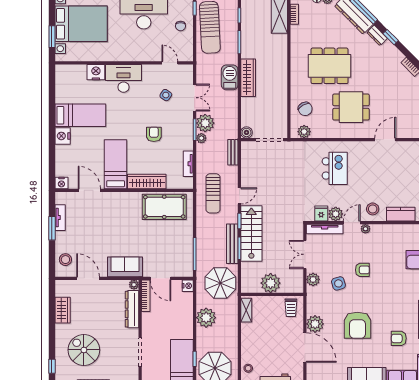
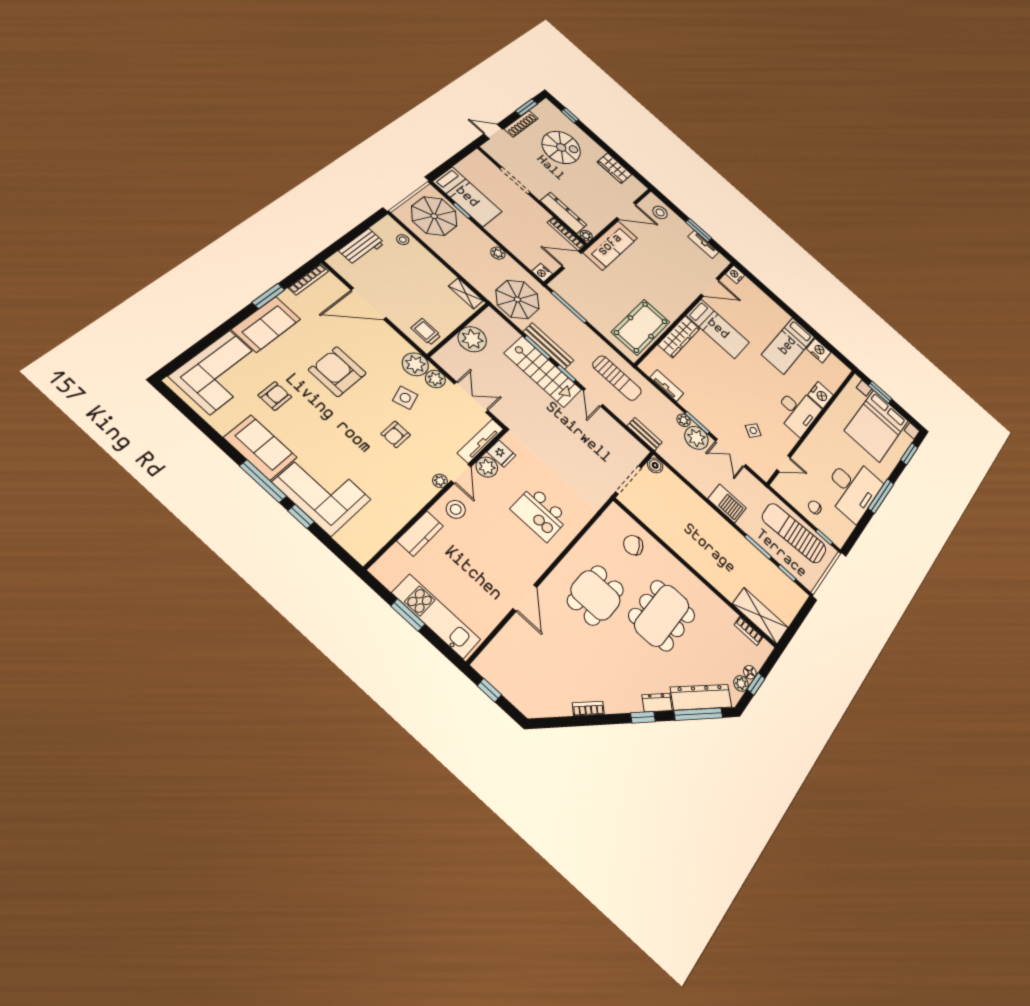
wardrobe: (248, 78) -> (713, 520), removed
plant: (304, 132) -> (609, 521), removed
armchair: (154, 134) -> (721, 385), removed
nightstand: (63, 136) -> (819, 351), moved
sun lounger: (213, 193) -> (617, 378), turned 180
sofa: (125, 267) -> (610, 245), width x1.36
plant: (206, 318) -> (498, 253), width x0.53, depth x0.53
plant: (315, 324) -> (415, 364), moved

